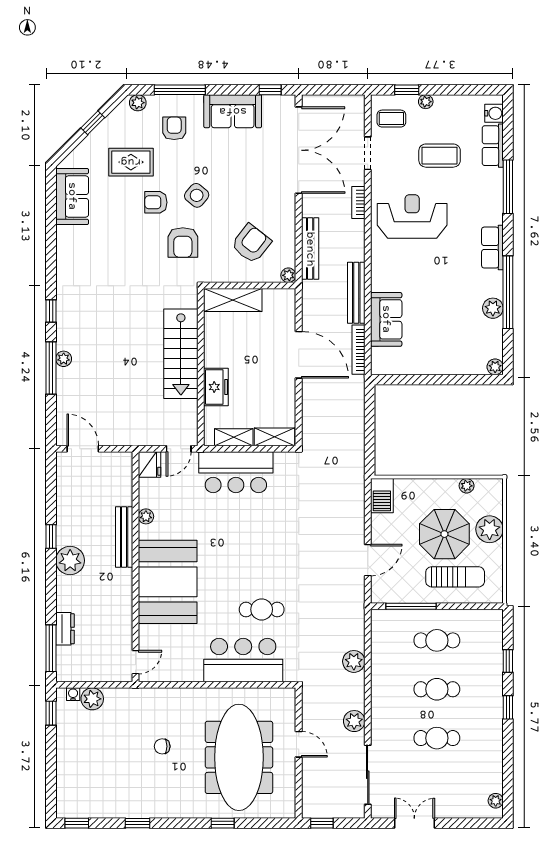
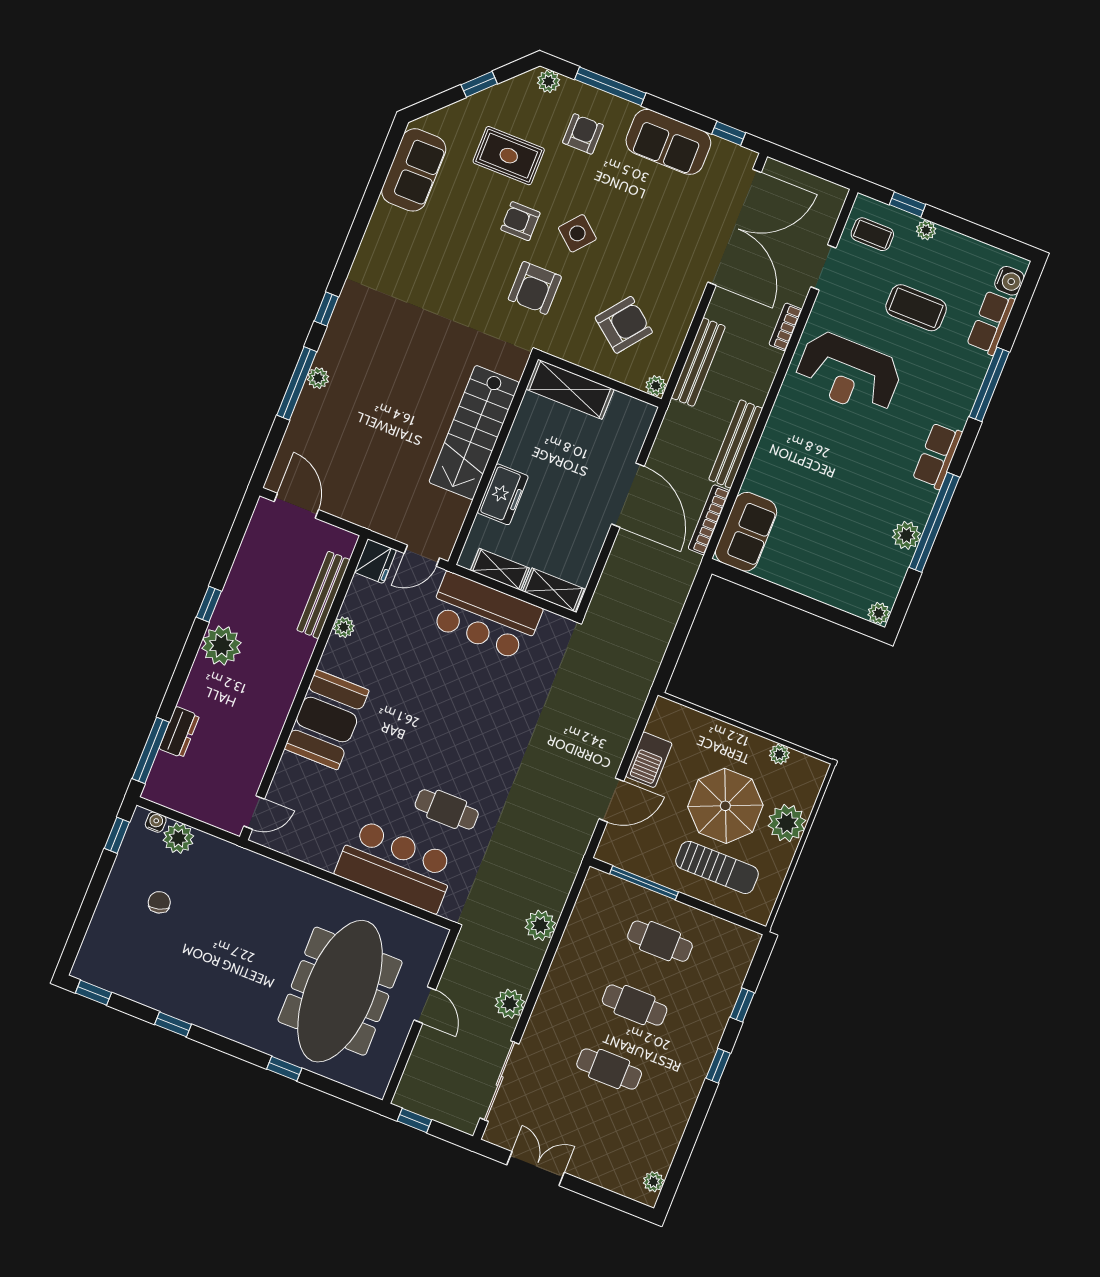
reception desk: (412, 216) -> (848, 373), turned 180
sofa: (386, 319) -> (746, 532), moved
barbecue: (382, 496) -> (649, 760), moved
bench: (124, 537) -> (323, 595), moved
booth: (168, 582) -> (327, 720), width x0.73, depth x0.70
chair: (162, 746) -> (159, 902), moved, turned 74

